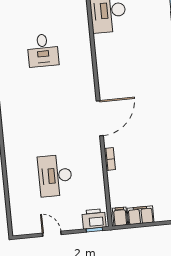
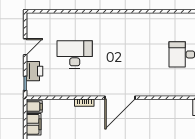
door: (100, 118) -> (120, 98), hinge flipped
printer: (94, 219) -> (34, 71), moved

